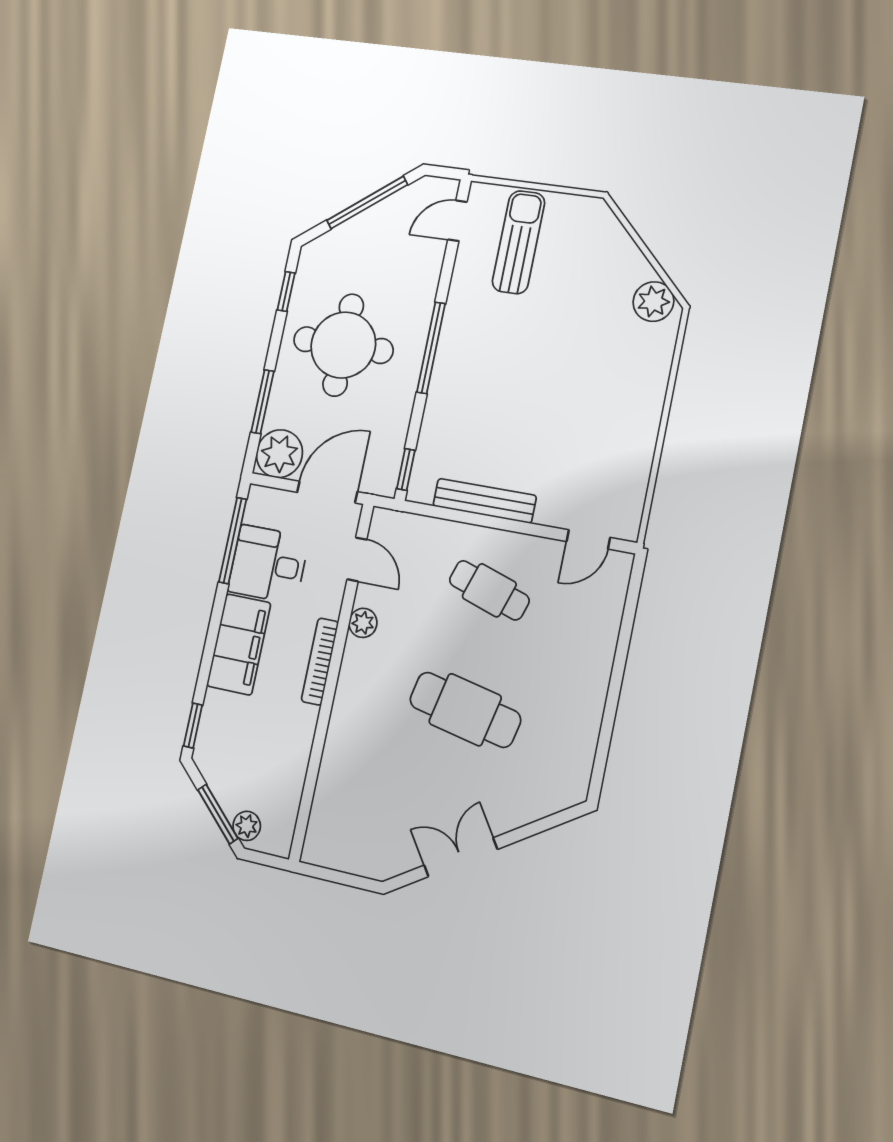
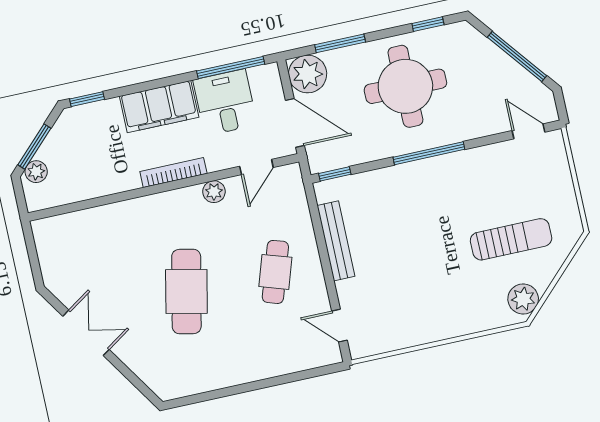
sun lounger: (519, 242) -> (511, 239), moved

